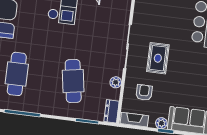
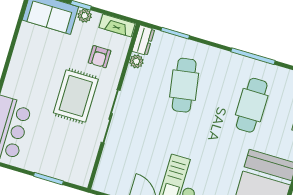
rug: (158, 58) -> (76, 96), width x1.36, depth x1.43
plant: (116, 82) -> (136, 61), moved

